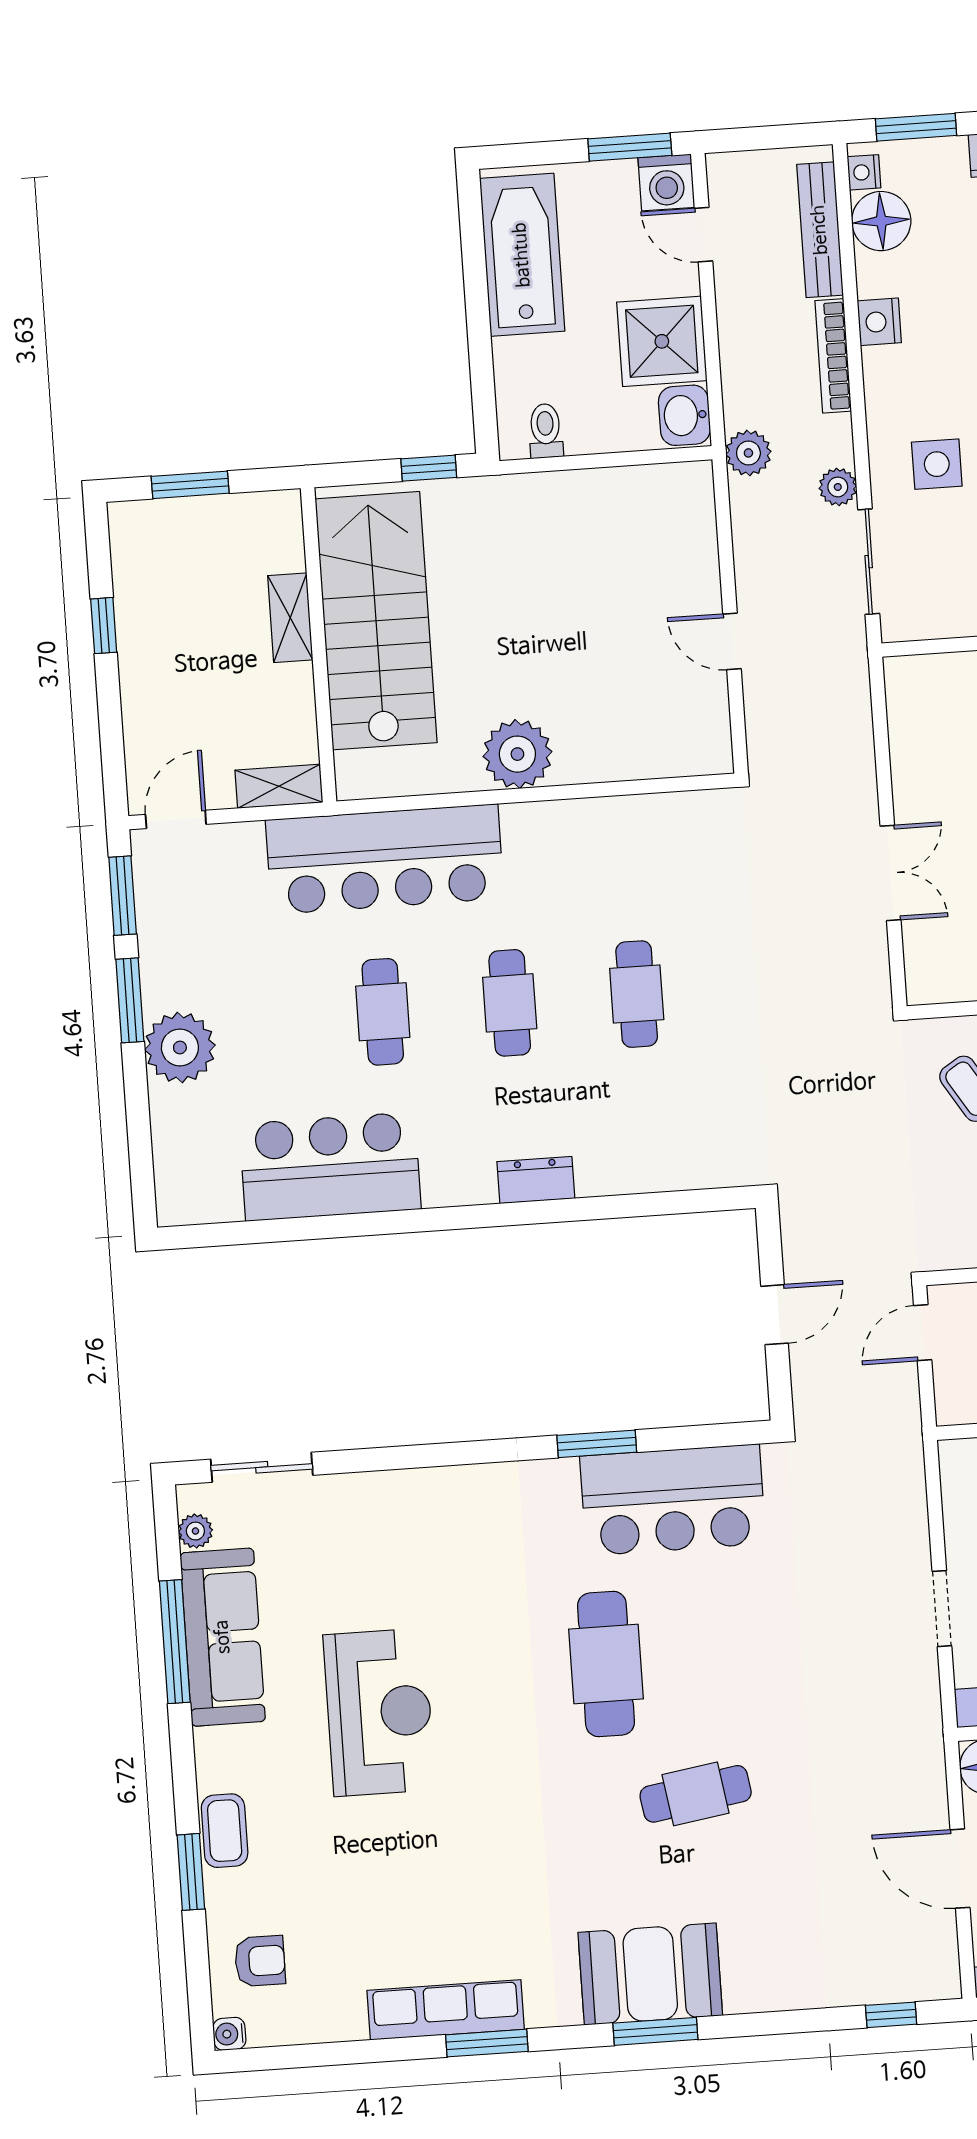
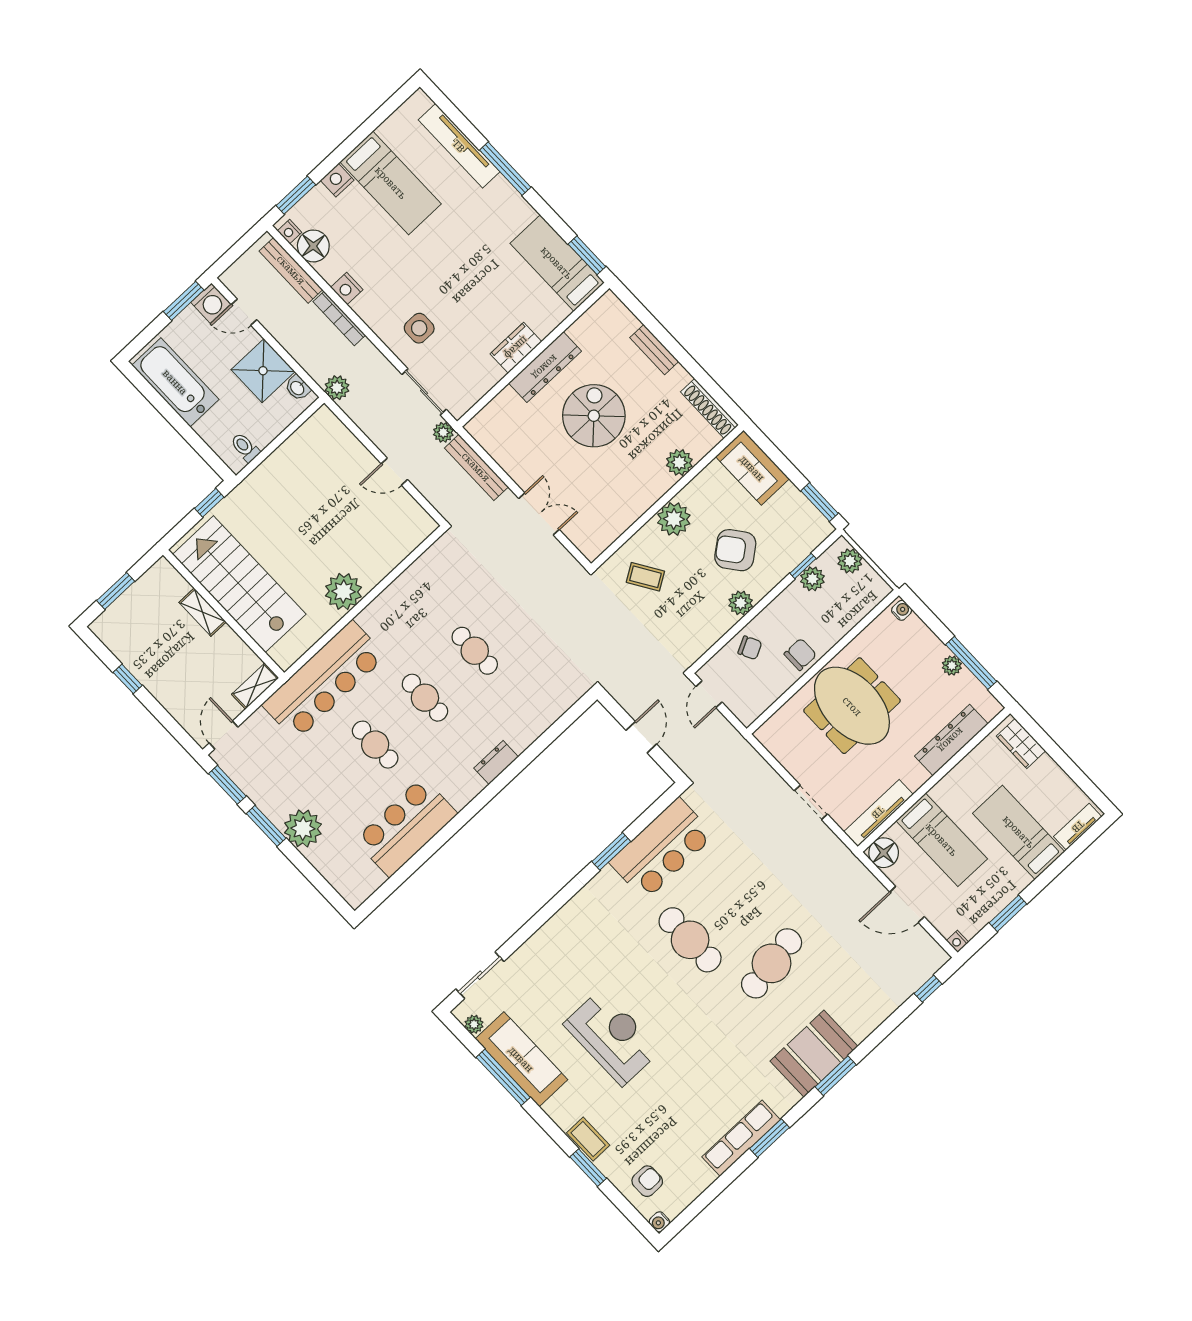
washbasin: (684, 415) -> (298, 388), width x0.72, depth x0.69
plant: (838, 487) -> (443, 432), moved
bench: (855, 732) -> (476, 467), added
cafe table: (696, 1794) -> (772, 963), width x1.37, depth x1.35

